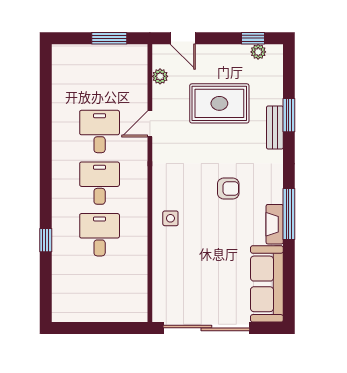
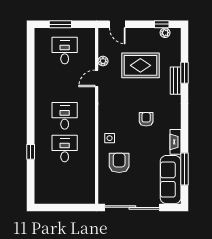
window: (109, 38) -> (60, 24), moved
plant: (160, 76) -> (103, 61), moved
desk: (100, 131) -> (65, 51), moved
armchair: (228, 188) -> (146, 119), turned -90
window: (289, 214) -> (185, 169), moved
armchair: (186, 257) -> (119, 163), added

